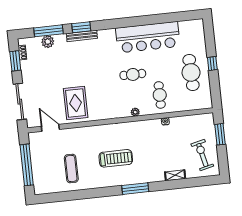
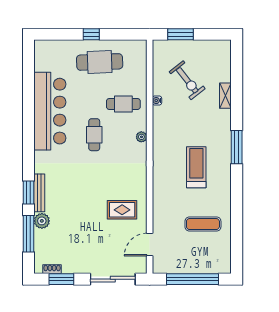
plant: (48, 42) -> (42, 221), moved
rug: (76, 103) -> (122, 210), width x0.73, depth x0.70
exercise bike: (202, 155) -> (187, 80), moved, turned -115

